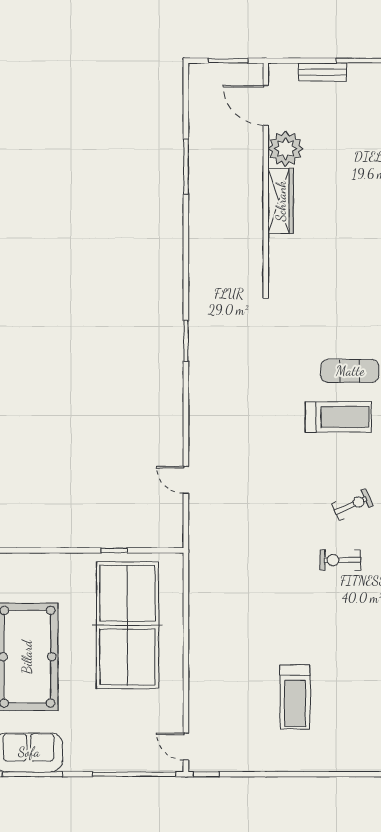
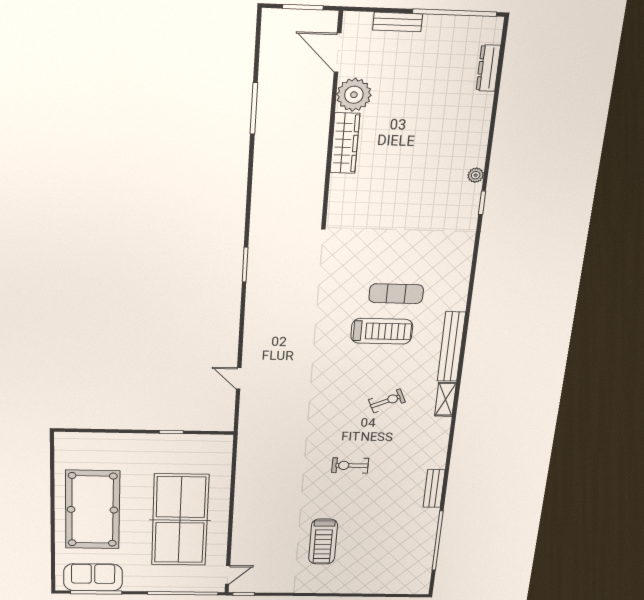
exercise bike: (340, 560) -> (350, 465), moved
table tennis table: (127, 625) -> (180, 520), moved
door: (186, 747) -> (228, 575), swing flipped

